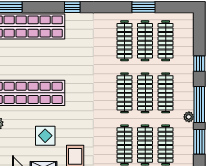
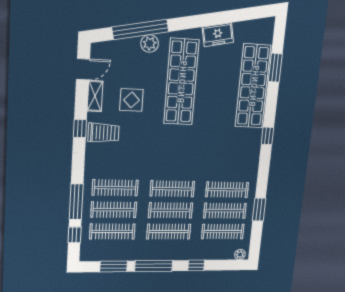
plant: (189, 117) -> (240, 255), moved

